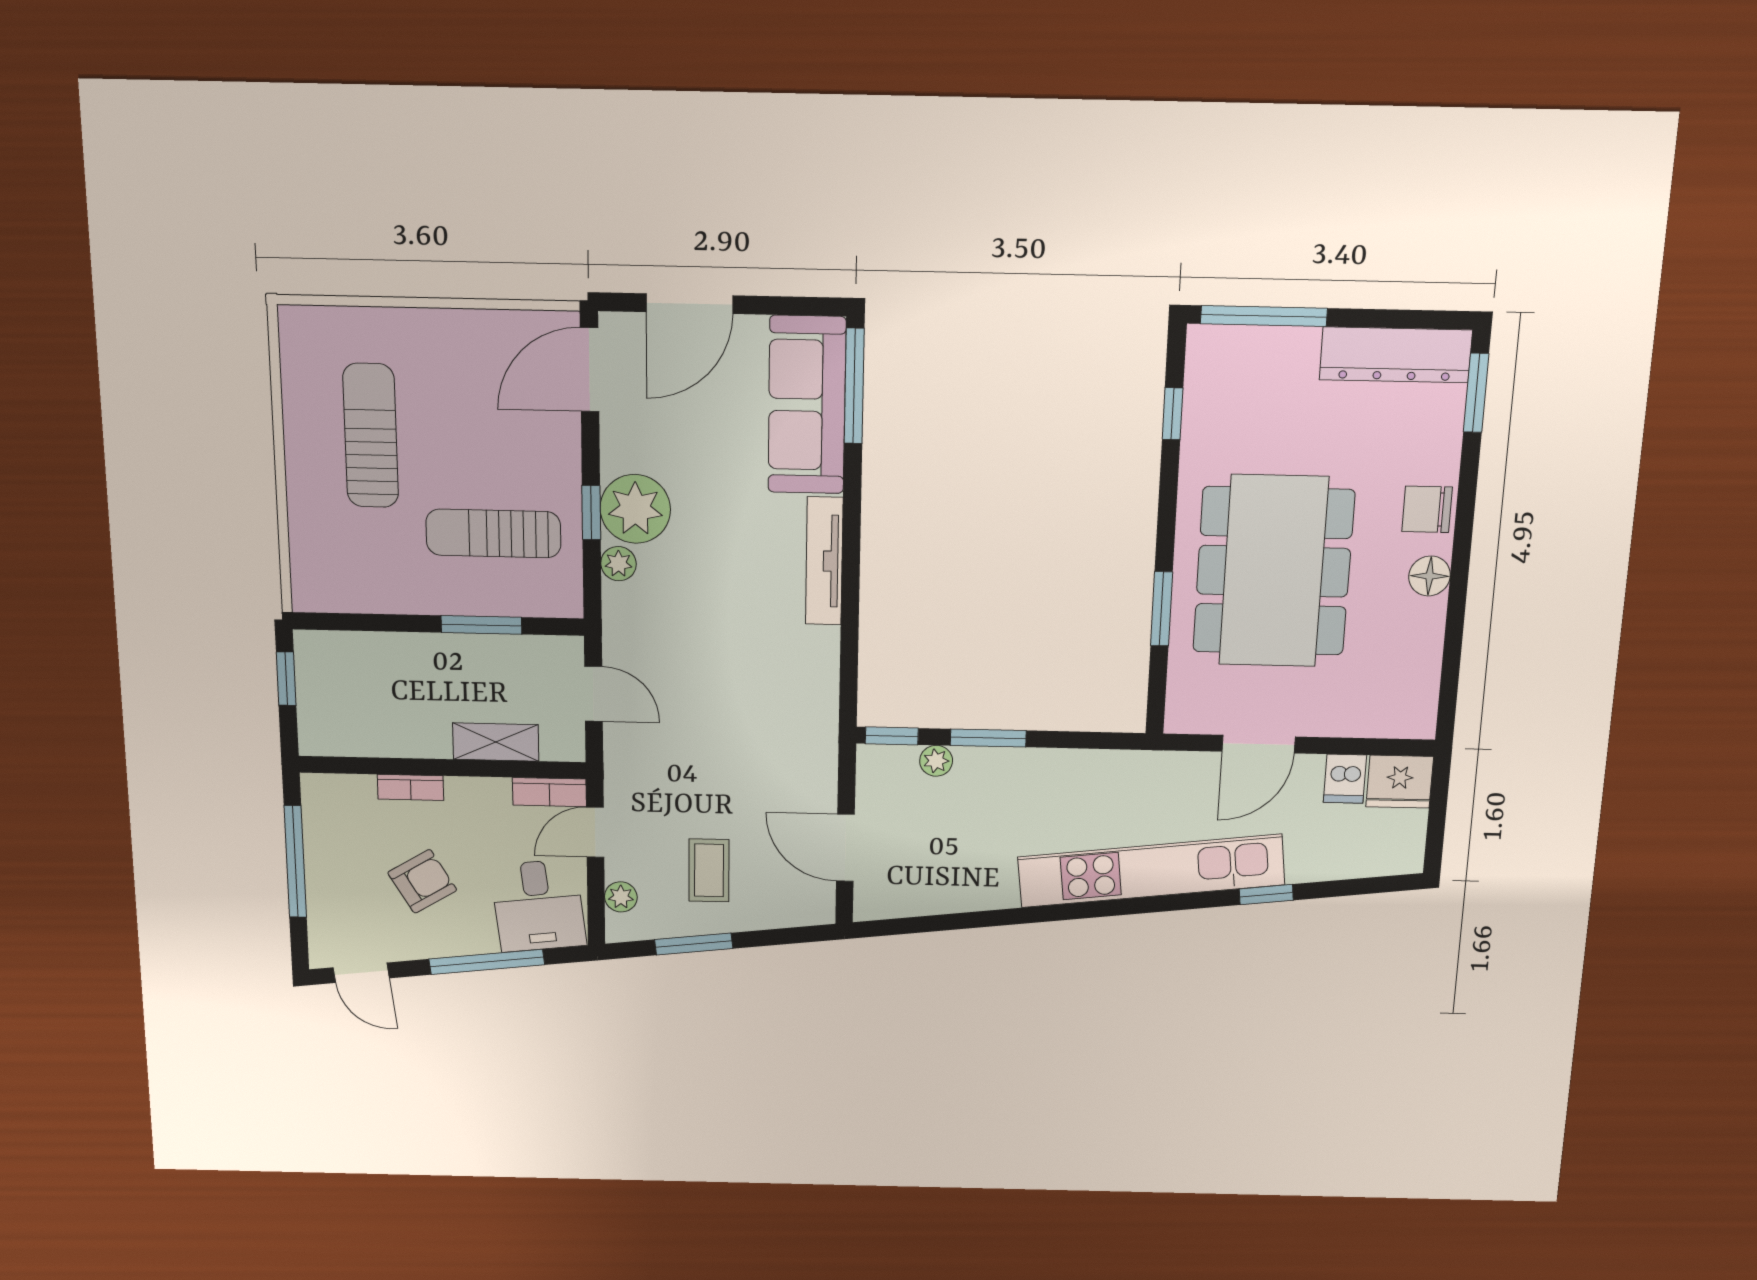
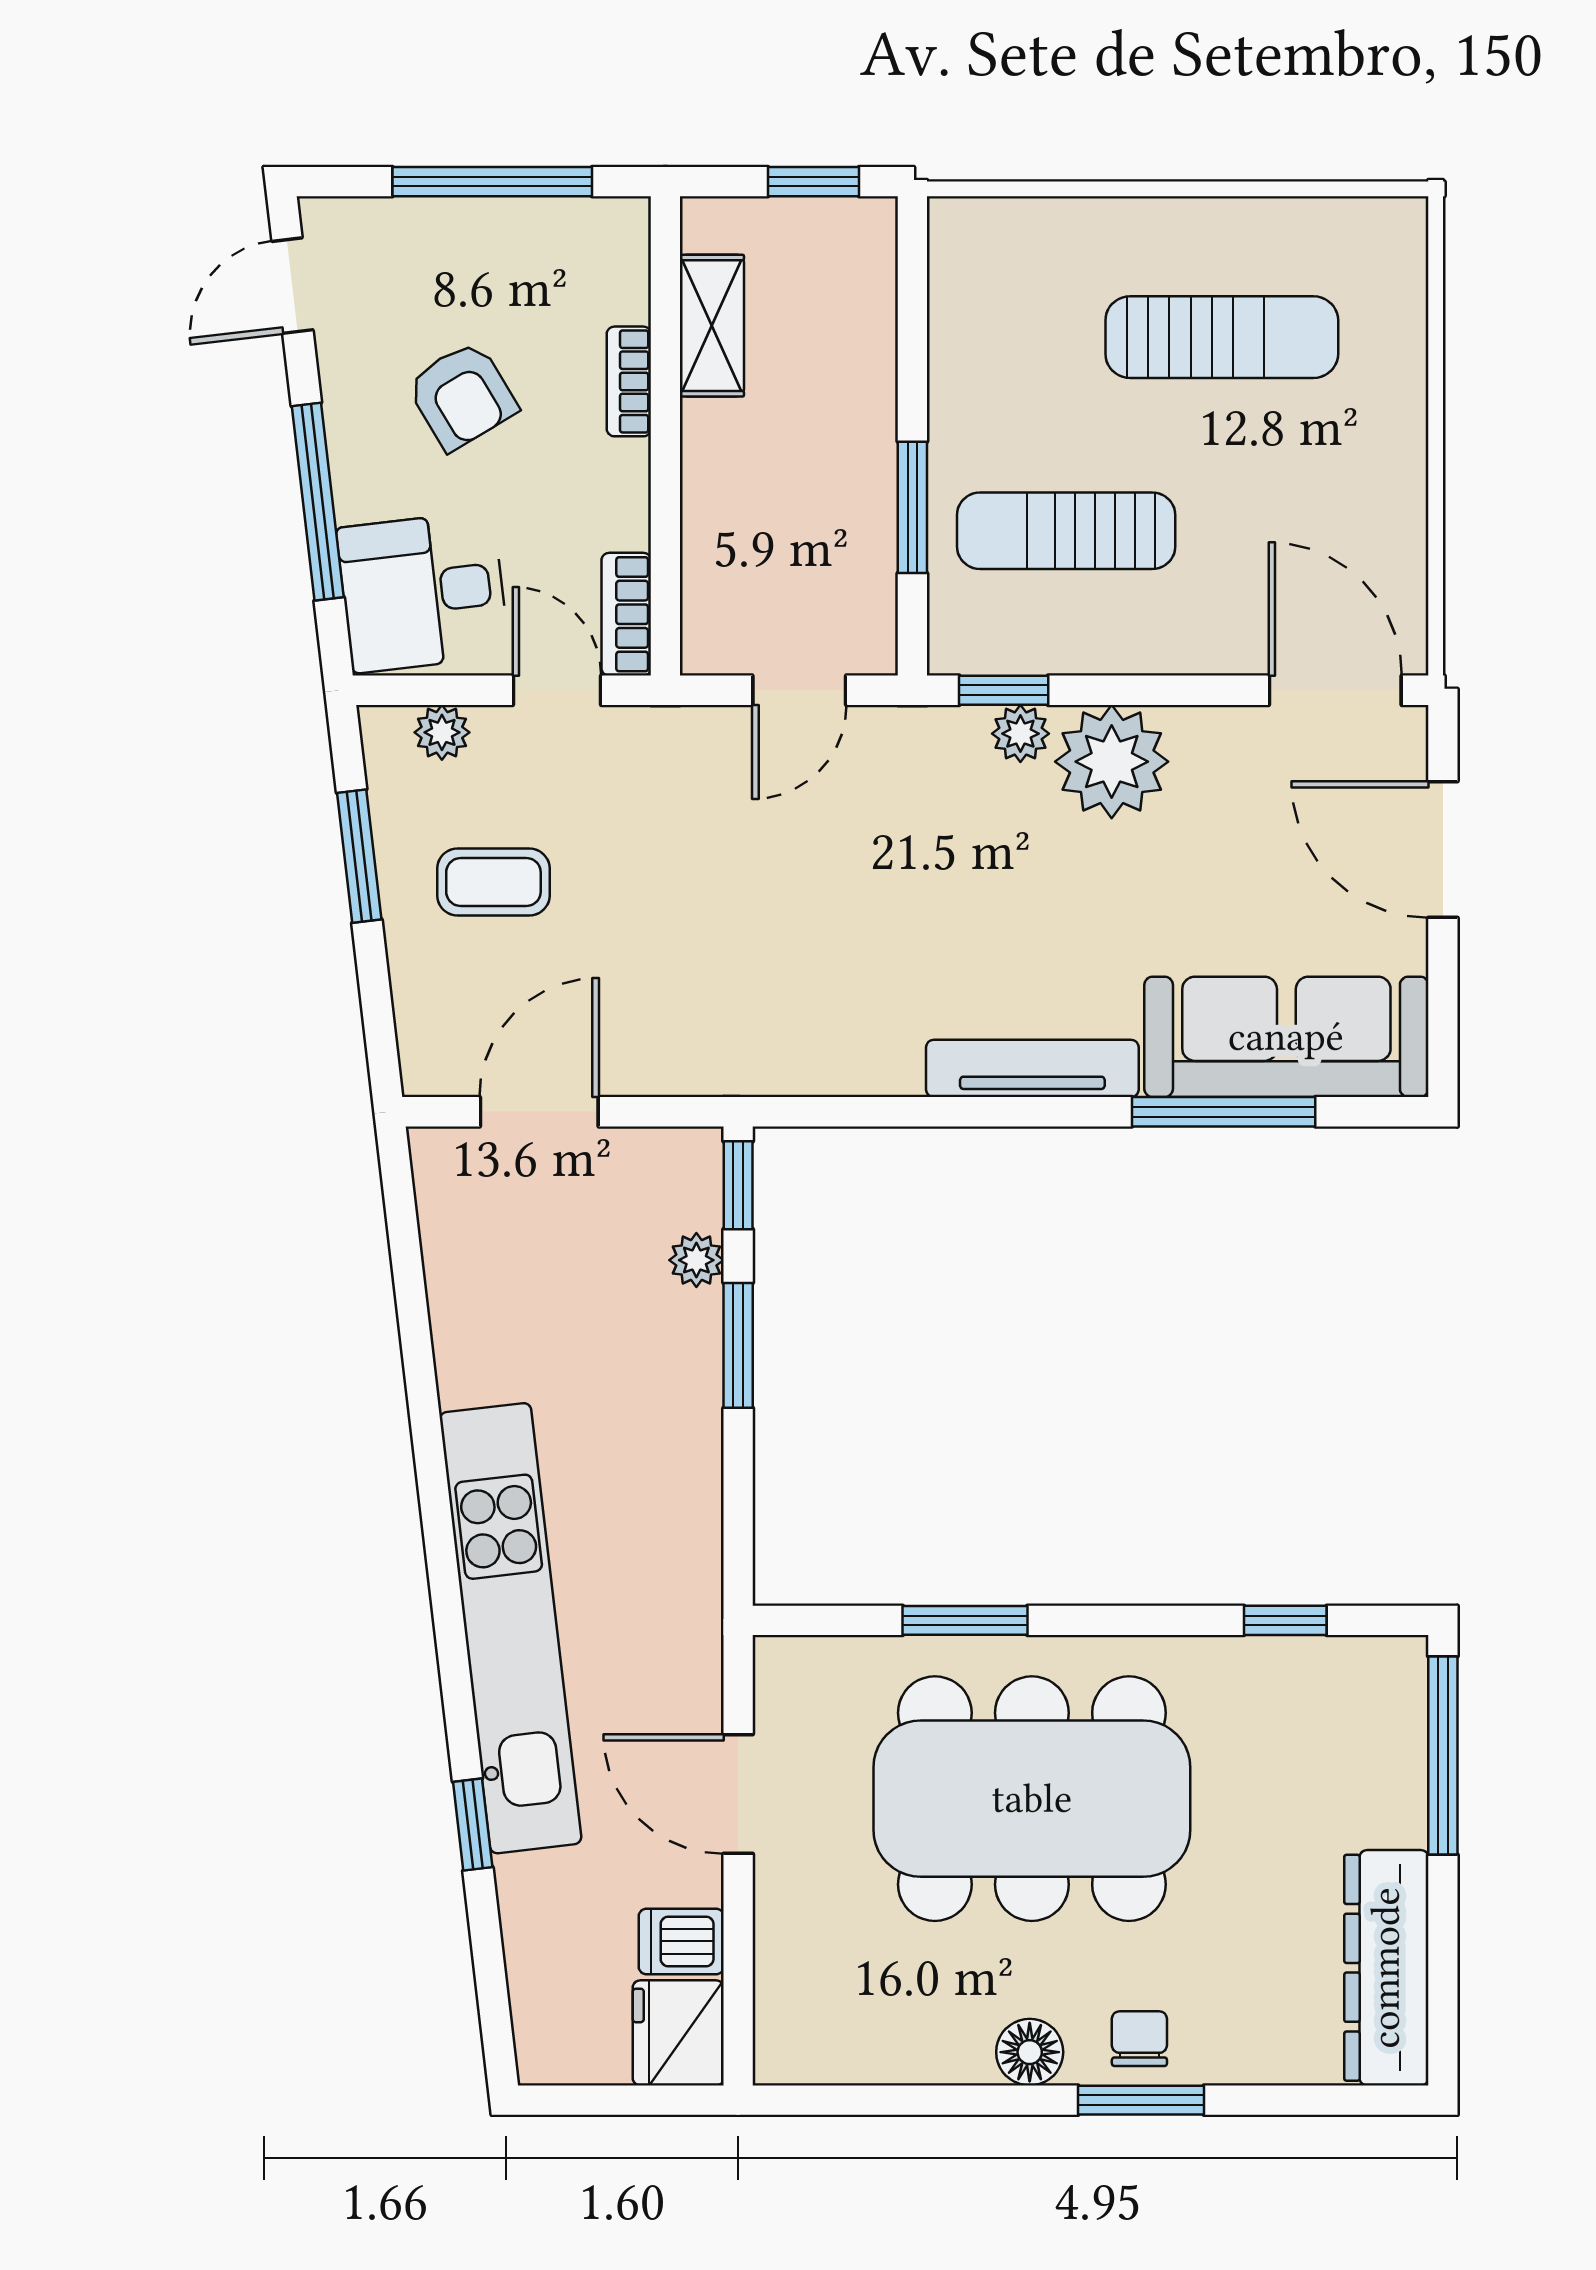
window: (854, 386) -> (1224, 1112), moved
window: (1476, 393) -> (1141, 2100), moved
chair: (1427, 509) -> (1139, 2039), width x0.73, depth x0.73
window: (591, 513) -> (1004, 690), moved
sun lounger: (493, 533) -> (1066, 531), turned -90
shelving: (496, 742) -> (712, 326), moved

